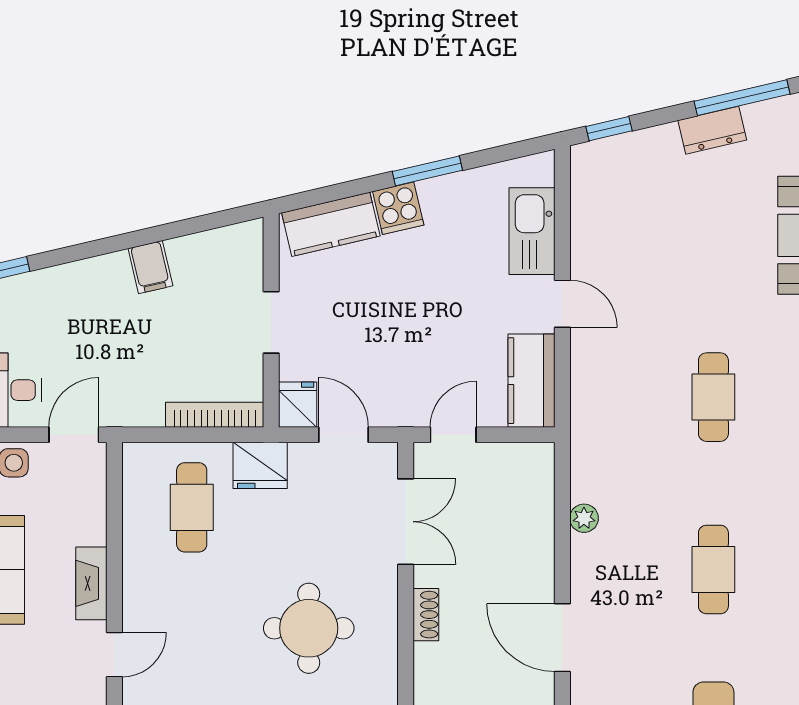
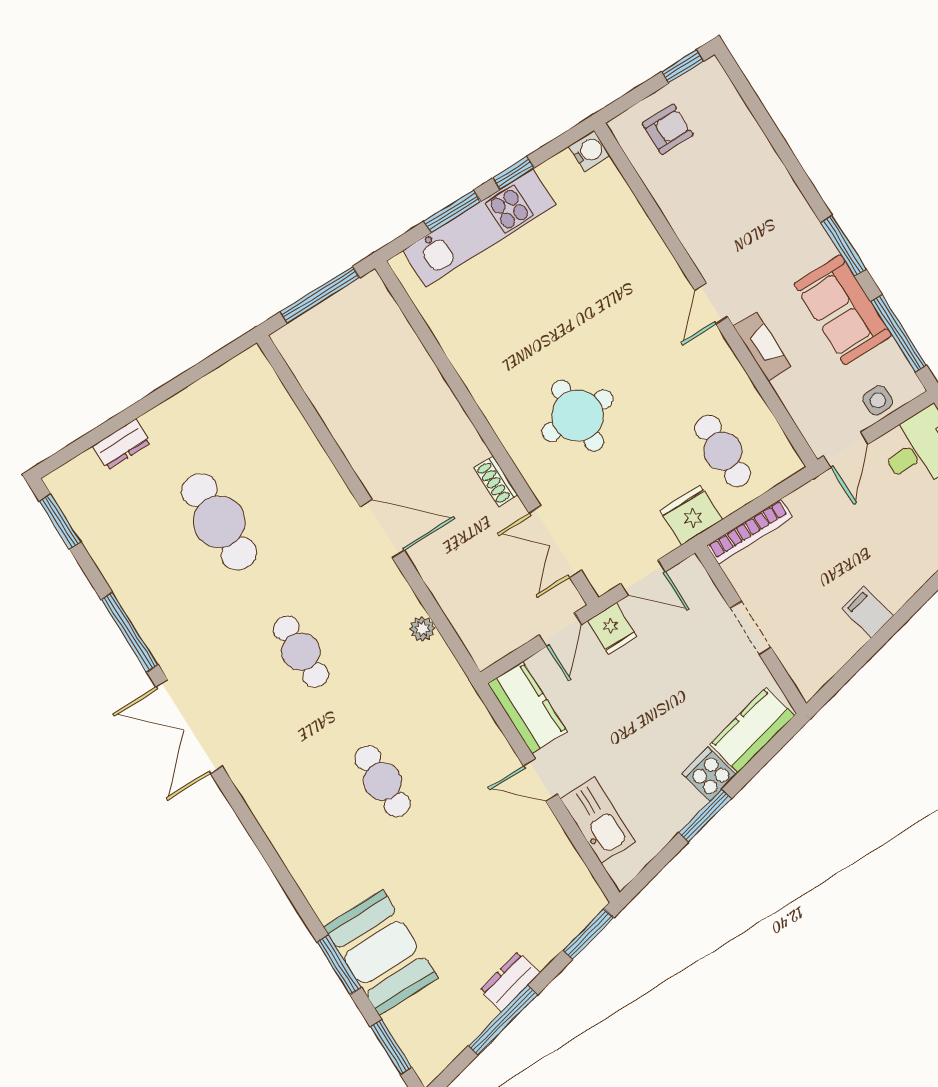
window: (609, 129) -> (588, 934), width x1.50
fridge: (298, 405) -> (612, 629), moved

